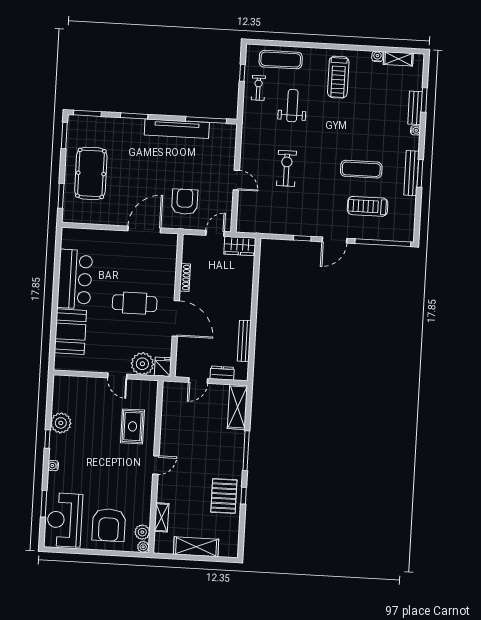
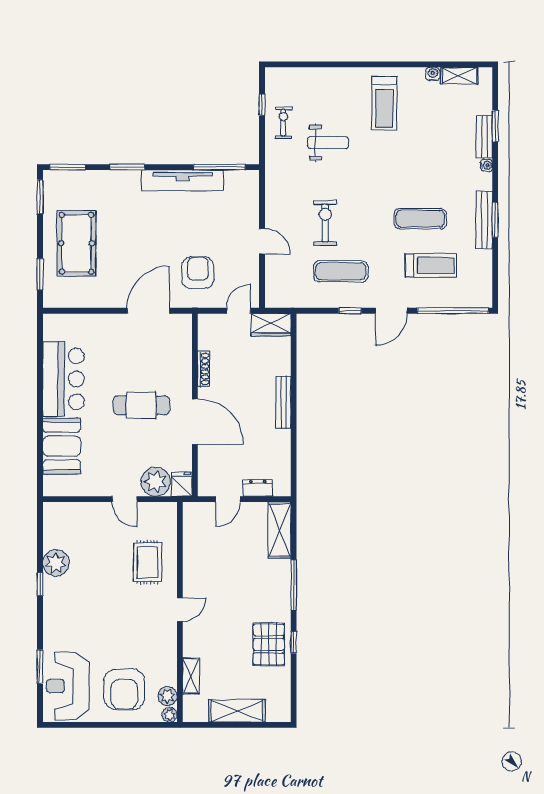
exercise mat: (281, 60) -> (341, 271), moved
weight bench: (292, 106) -> (328, 143), turned 90
treadmill: (368, 206) -> (431, 266), turned 180
bench: (244, 341) -> (284, 402), moved
water cooler: (53, 466) -> (49, 618), removed

